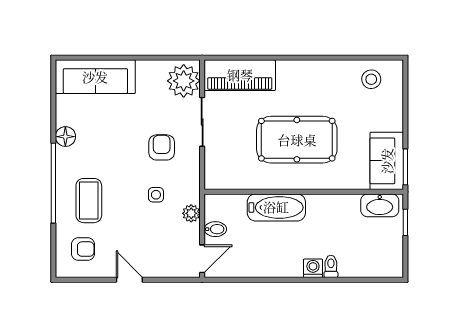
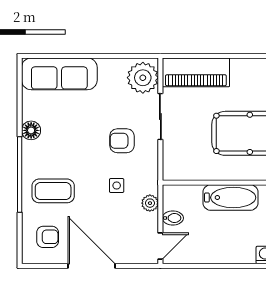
armchair: (162, 147) -> (122, 141), turned -90
coffee table: (89, 201) -> (53, 191), turned 90
door: (129, 280) -> (92, 266), width x1.87

